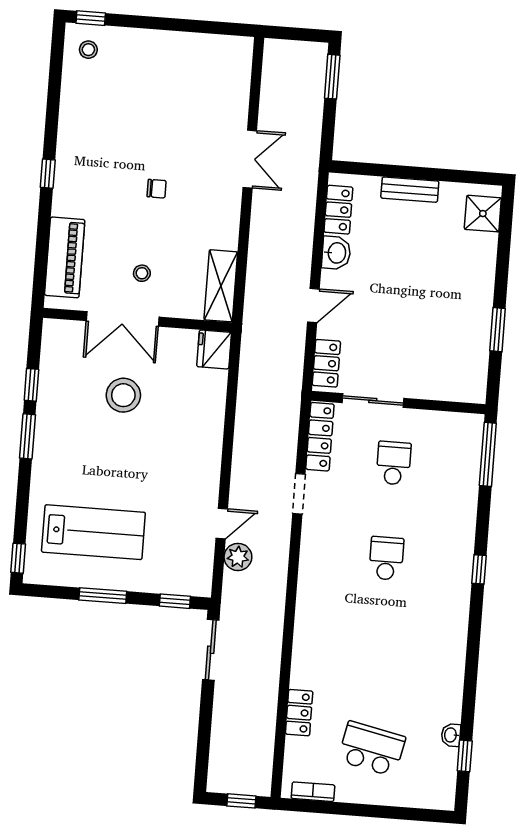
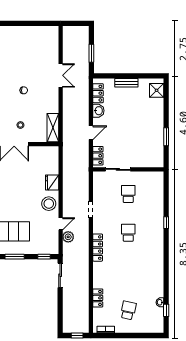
window: (332, 77) -> (91, 53), moved
fridge: (214, 349) -> (52, 182), moved
stool: (123, 395) -> (49, 204), moved
locker: (320, 437) -> (98, 248), moved
window: (488, 454) -> (166, 188), removed
window: (479, 569) -> (166, 223), moved
school desk: (372, 749) -> (128, 310), width x0.54

